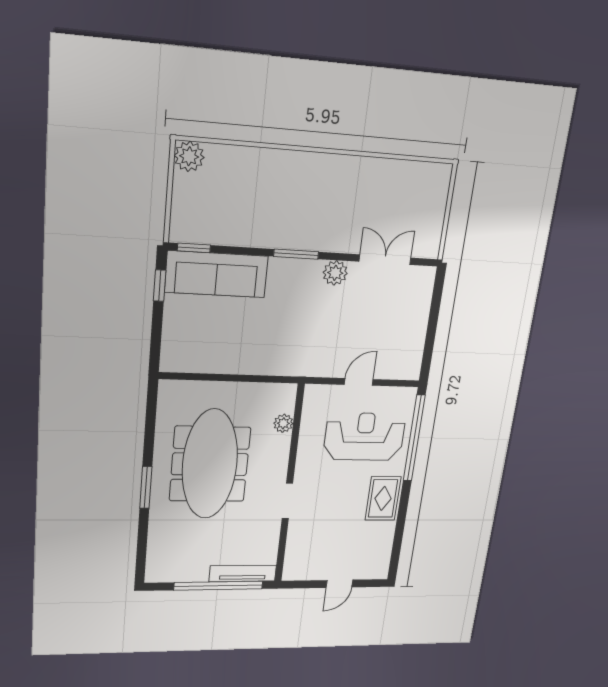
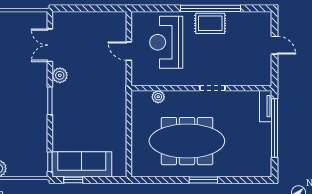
sofa: (216, 274) -> (82, 164), moved, turned -90
window: (414, 438) -> (211, 8), moved
tv unit: (243, 573) -> (266, 106), width x0.71

